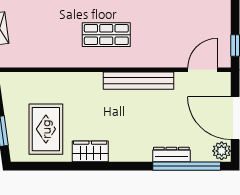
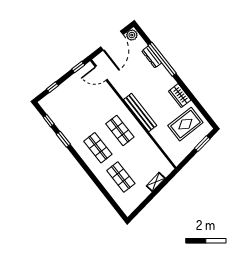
bench: (138, 81) -> (140, 112), moved
window: (187, 166) -> (162, 59), moved

